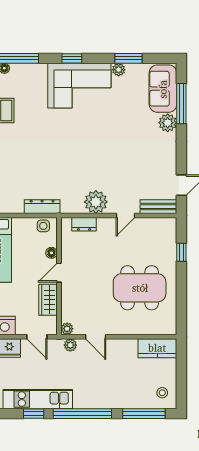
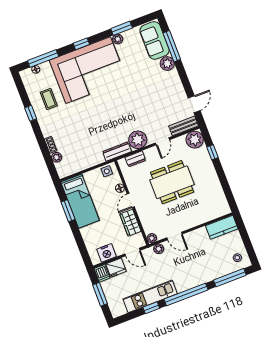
corner sofa: (79, 86) -> (88, 70), width x1.36, depth x1.36
dresser: (42, 207) -> (117, 151), moved
plant: (166, 229) -> (195, 140), added
dining table: (140, 288) -> (172, 182), moved

